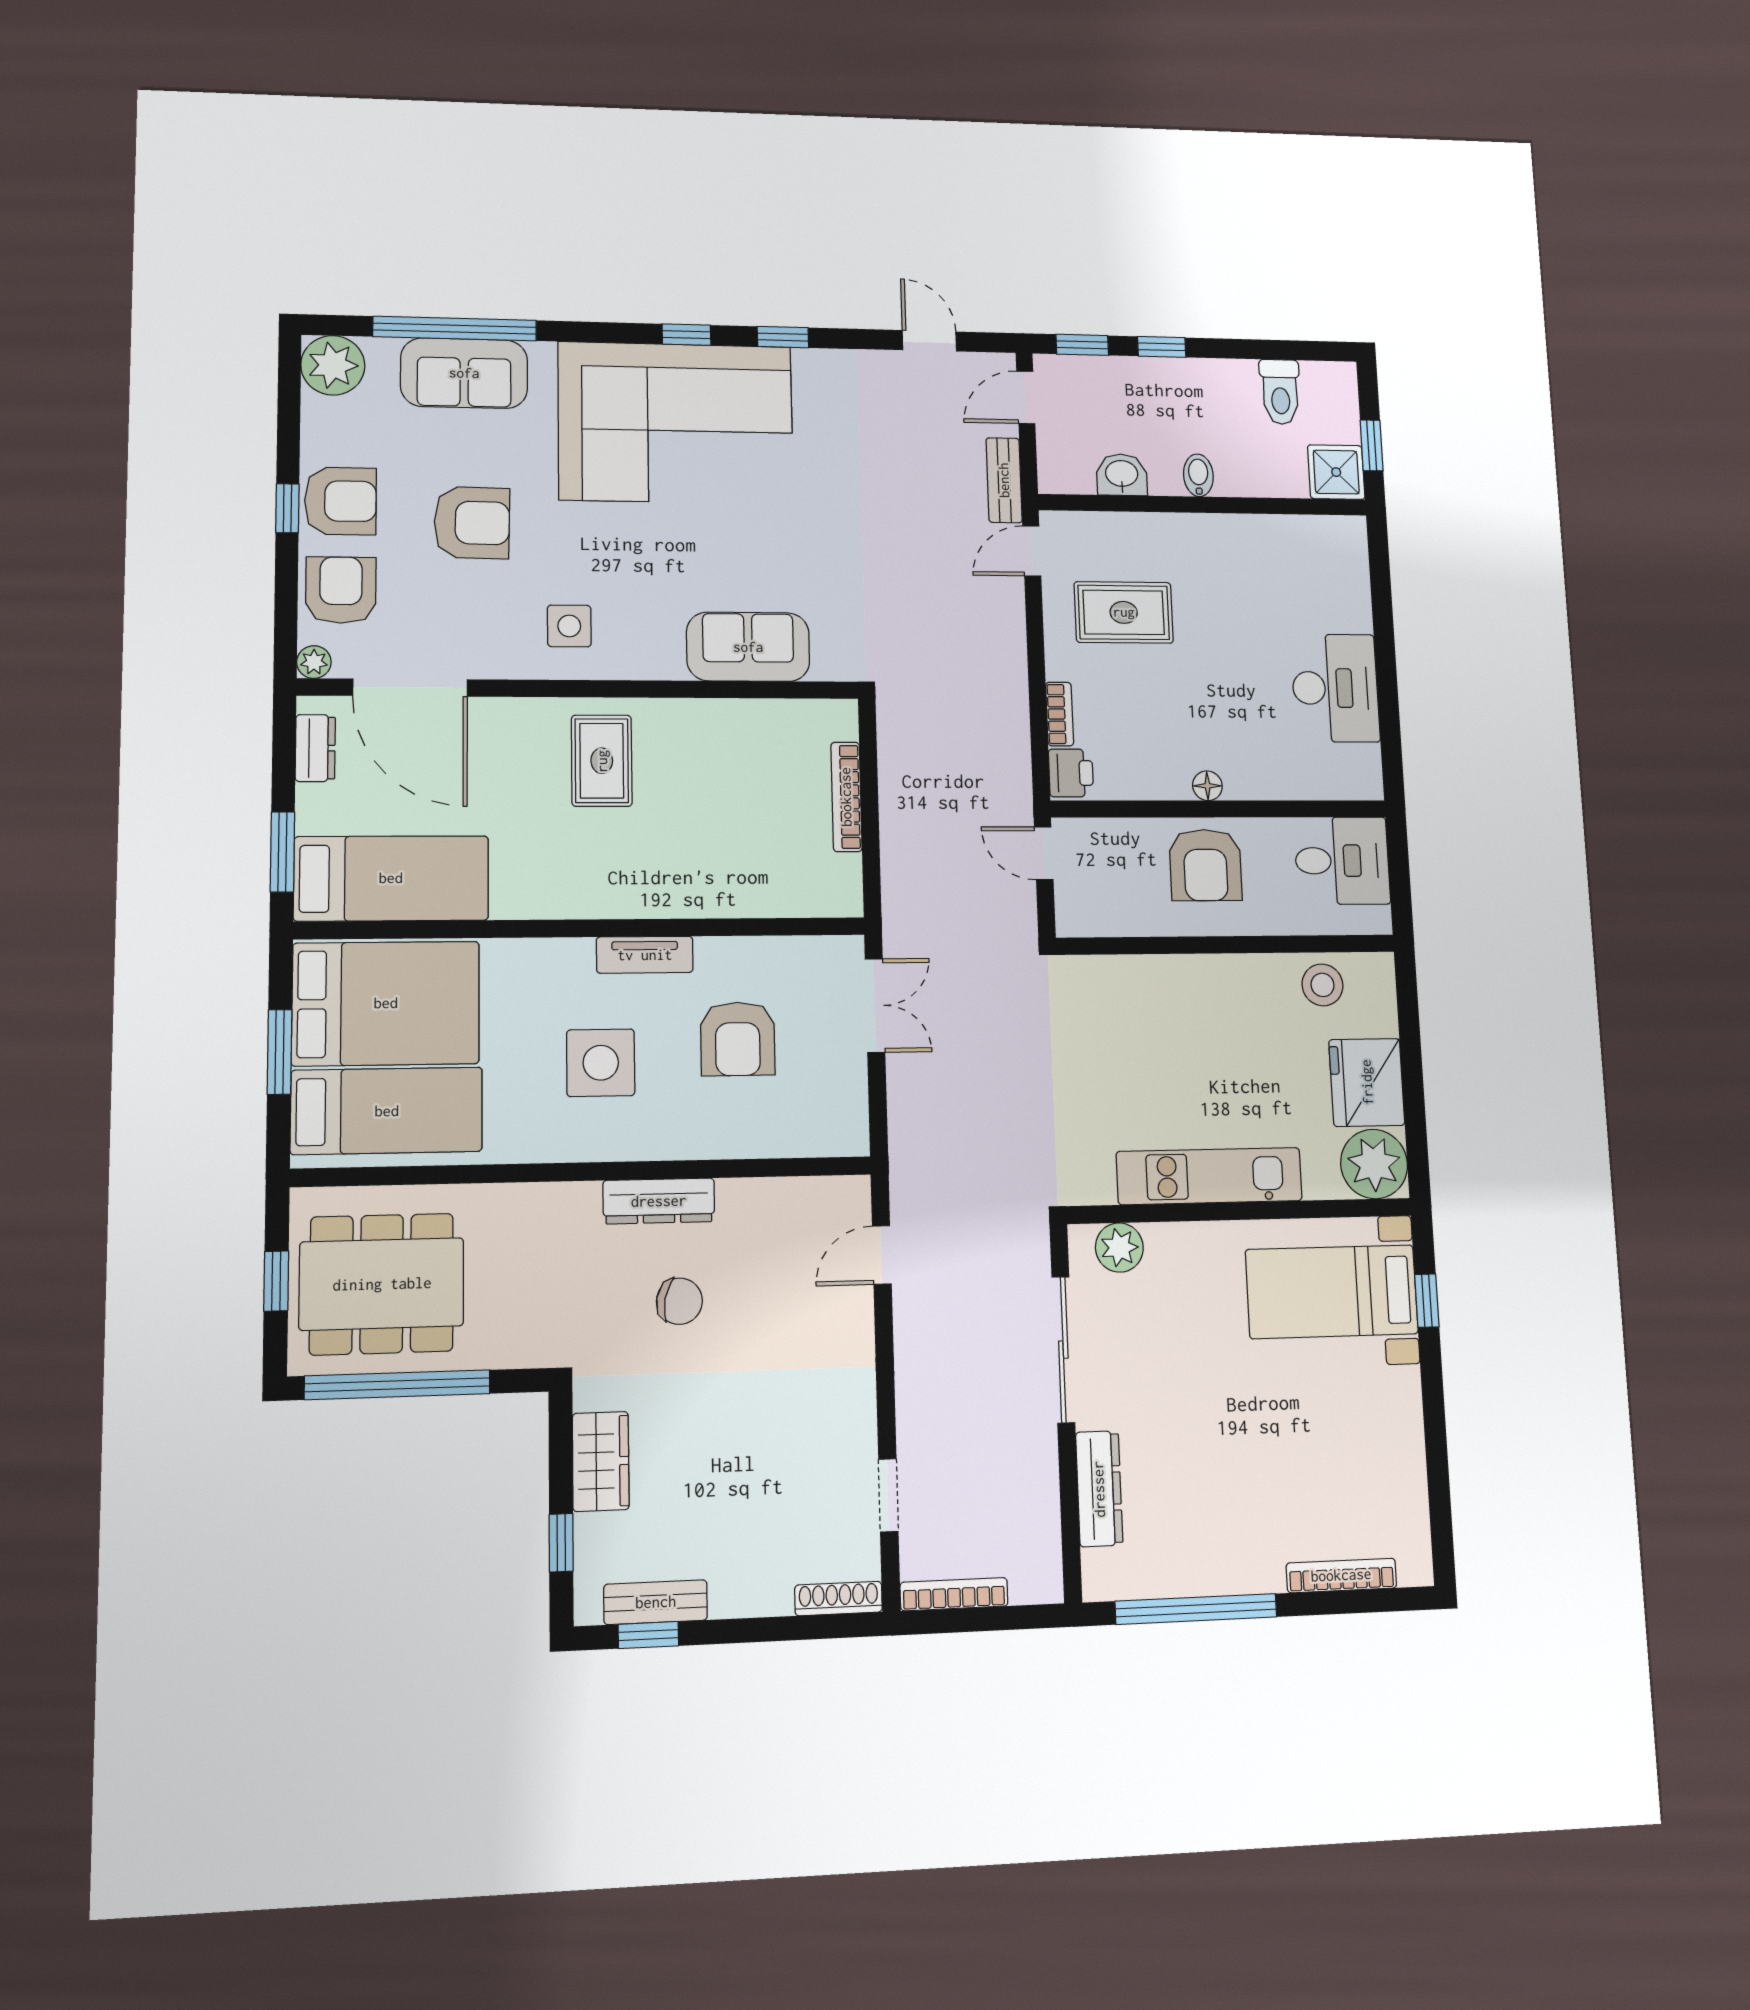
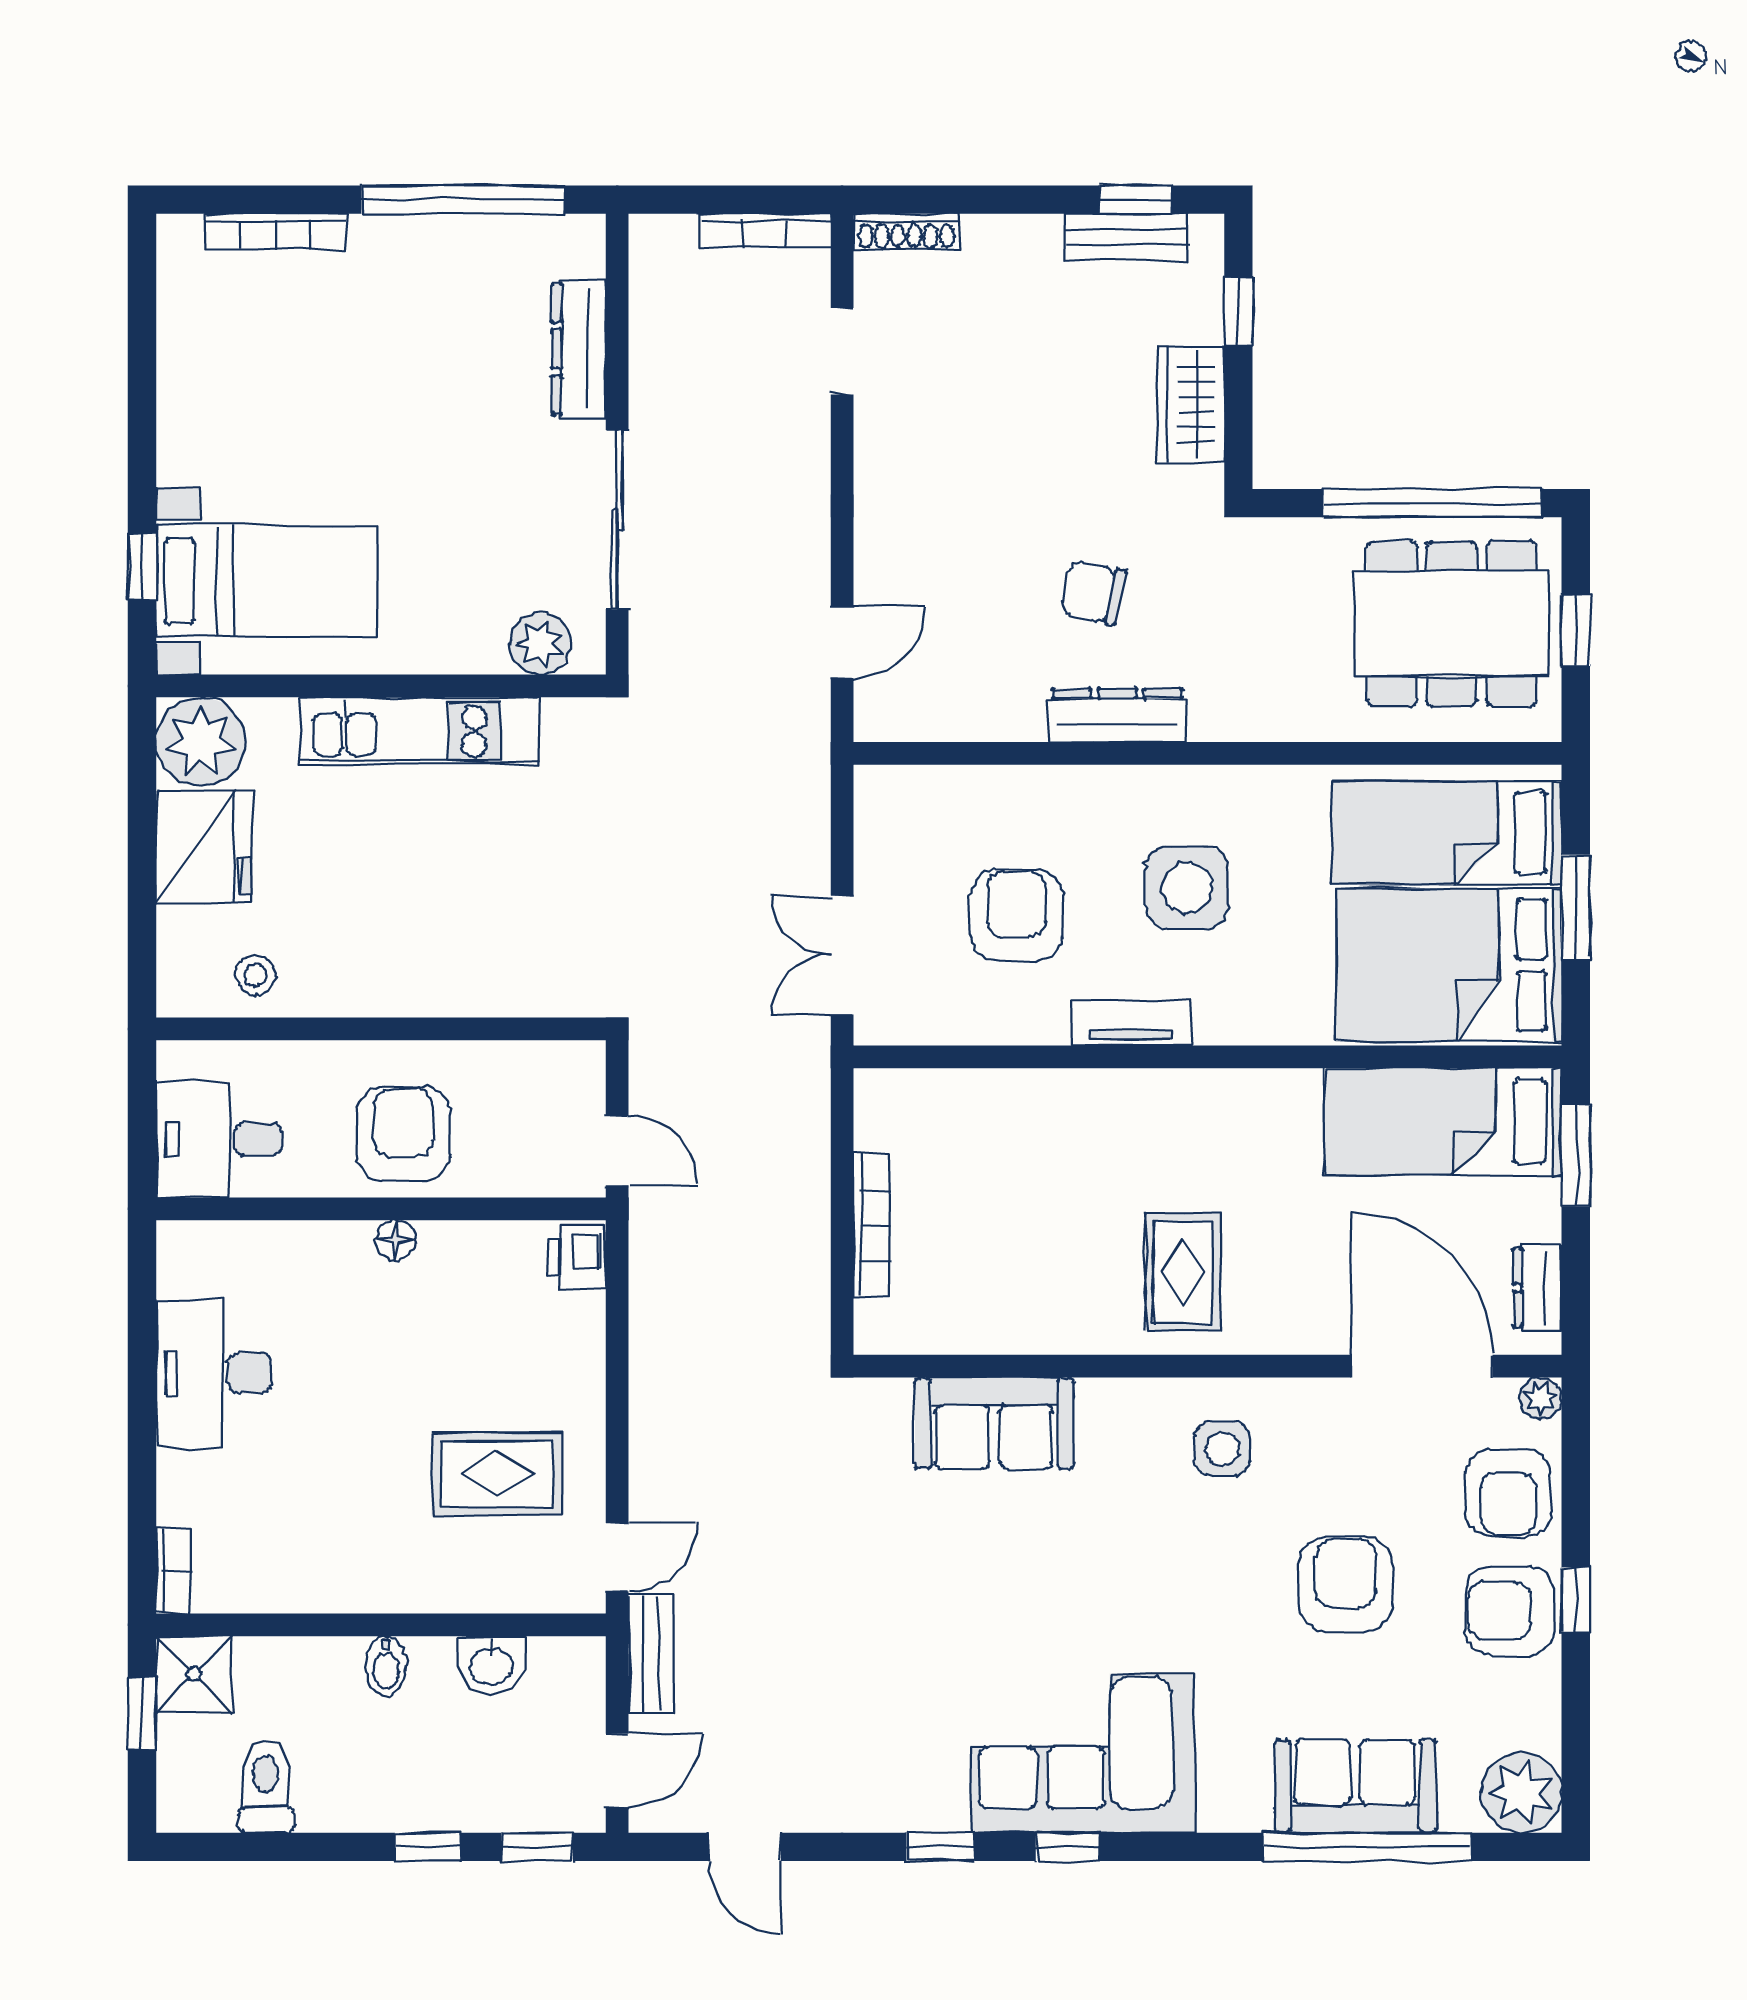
corner sofa: (676, 423) -> (1083, 1753), width x0.73, depth x0.74
armchair: (472, 523) -> (1345, 1585), turned 89
bookcase: (1060, 714) -> (173, 1571), moved, turned 180
stool: (1322, 985) -> (255, 975), width x0.73, depth x0.73

